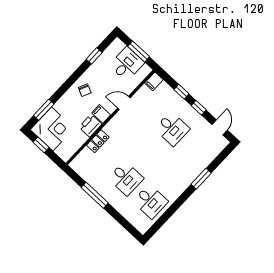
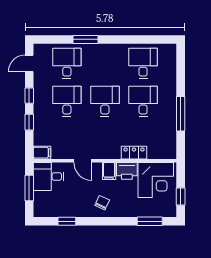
desk: (127, 64) -> (49, 176), moved
corner desk: (52, 129) -> (156, 180), moved, turned 180
desk: (197, 152) -> (67, 63), added
desk: (149, 154) -> (105, 101), added

